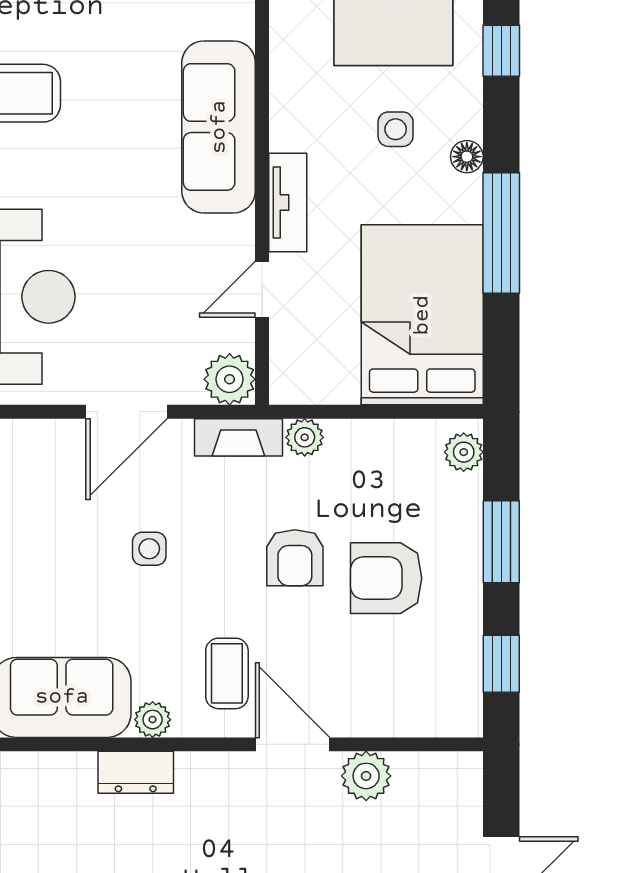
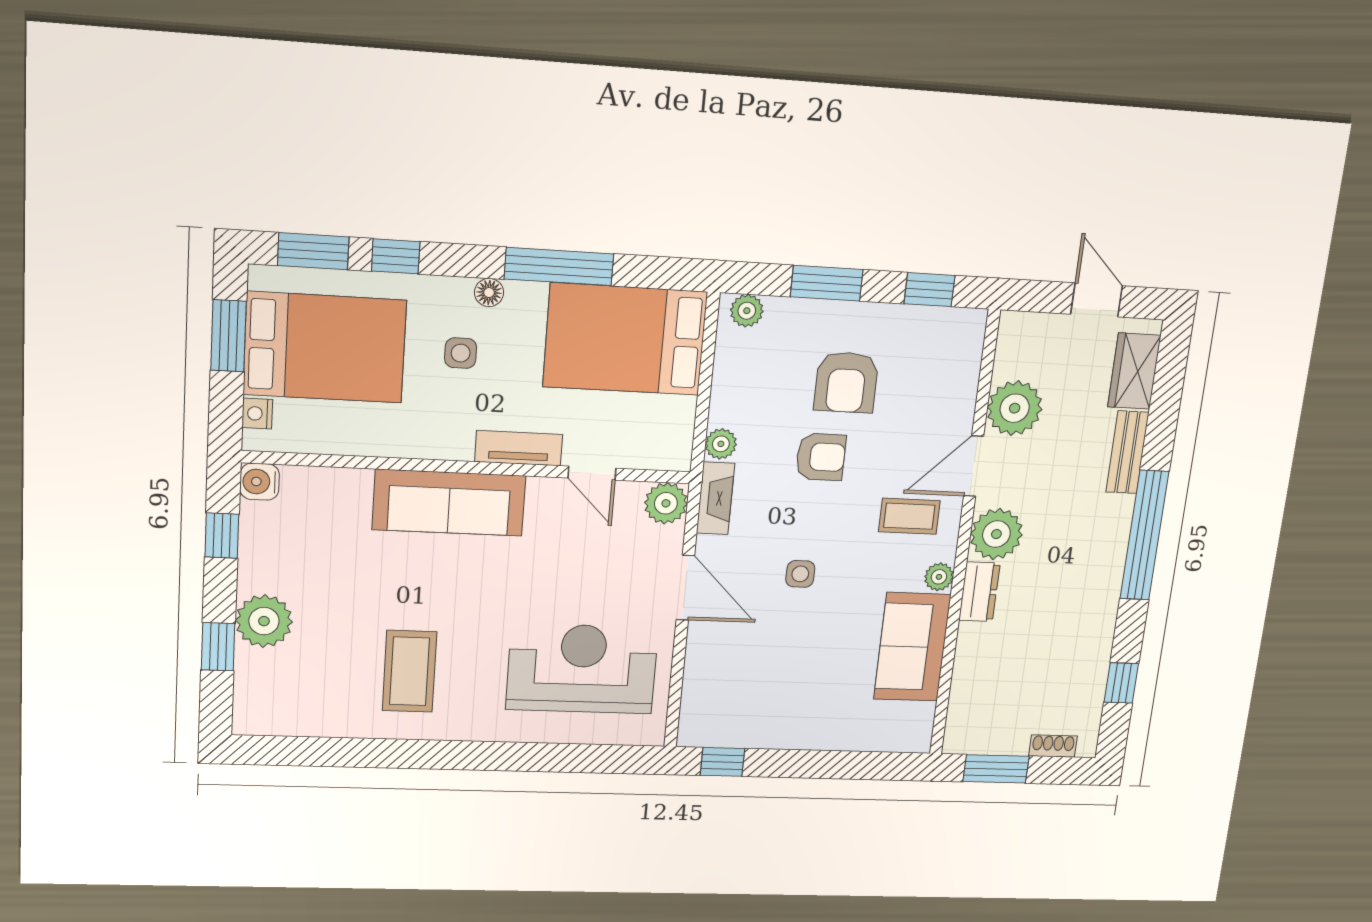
plant: (366, 776) -> (1015, 408), width x1.36, depth x1.36
plant: (210, 784) -> (996, 534), added

